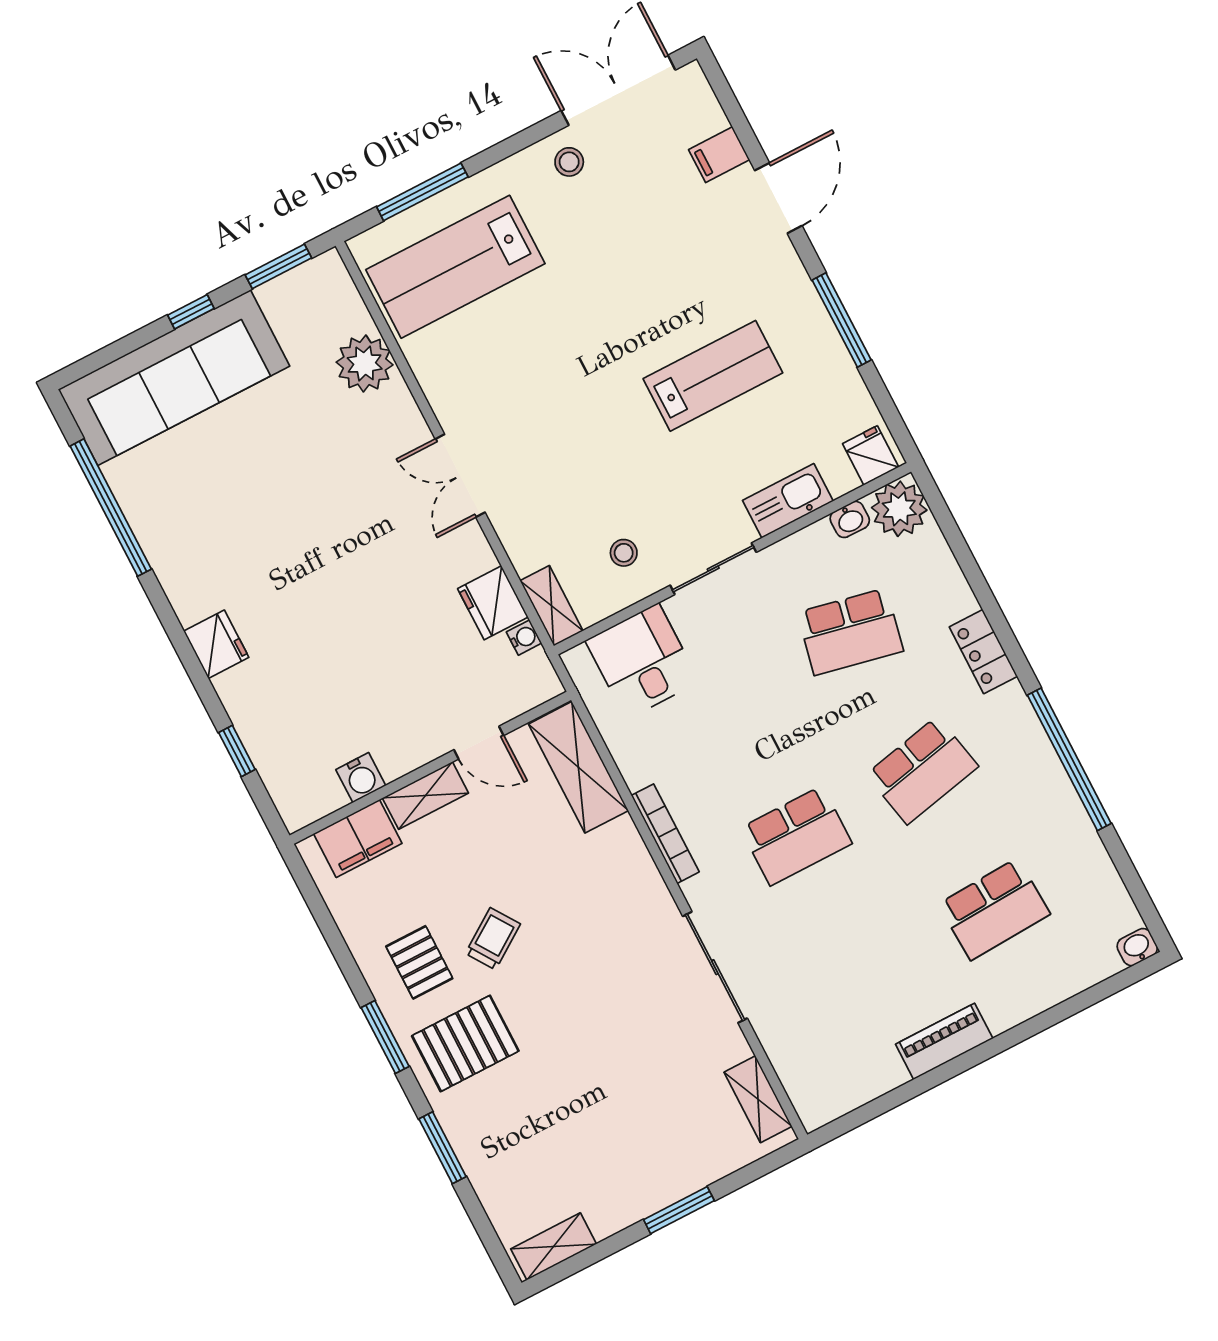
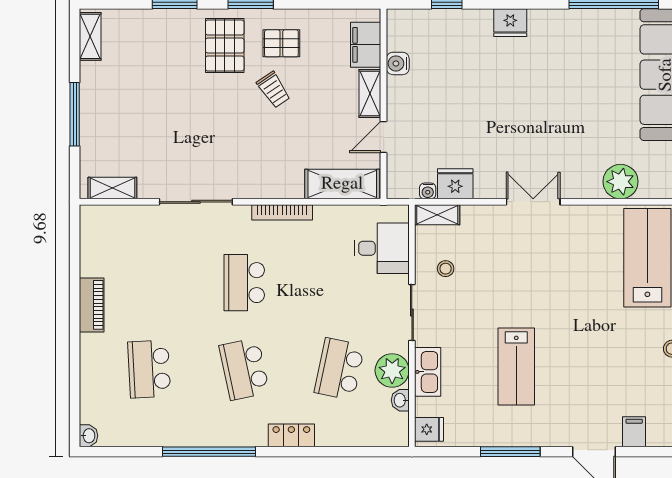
plant: (899, 509) -> (392, 370), moved
window: (679, 1210) -> (75, 114), width x1.44

